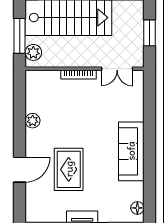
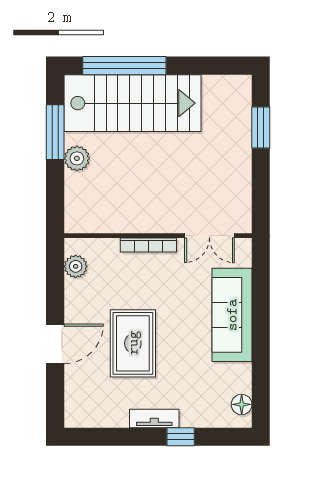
wall: (85, 69) -> (158, 236), moved
double door: (117, 69) -> (209, 236), moved
bookcase: (78, 75) -> (148, 245), moved

